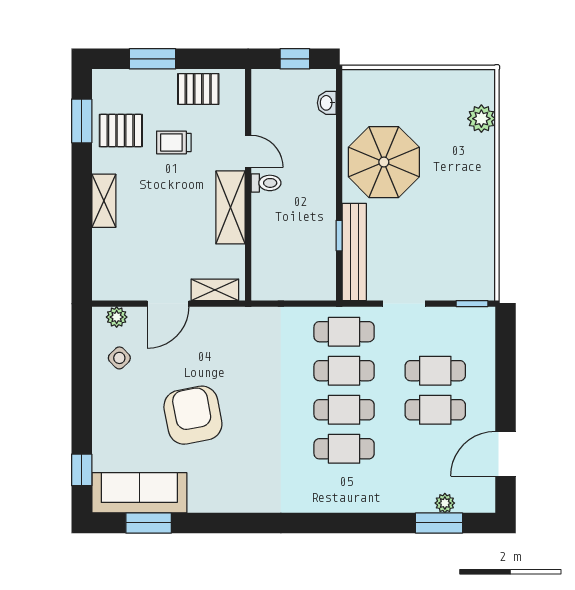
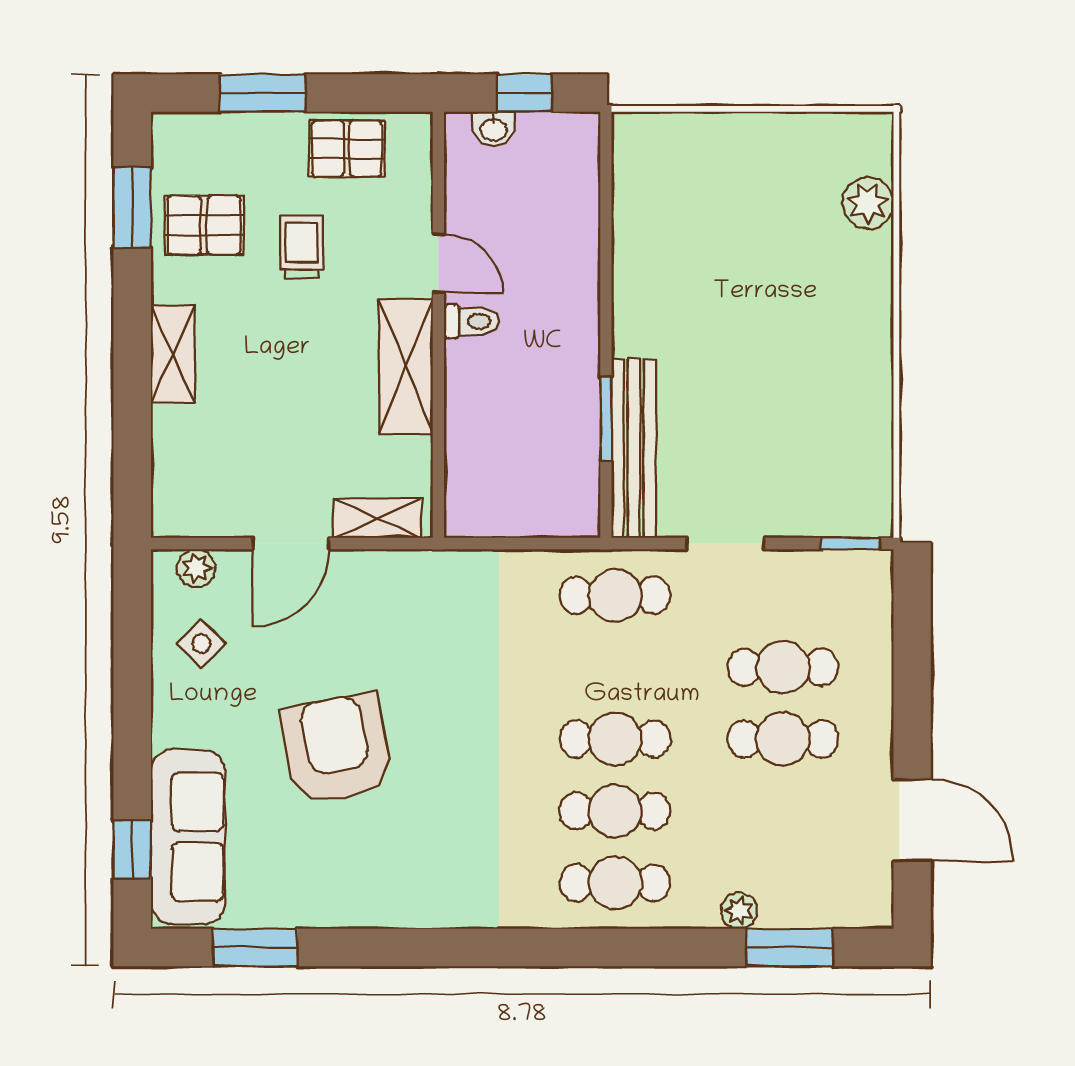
washbasin: (327, 103) -> (494, 129), moved, turned -90
trolley: (174, 142) -> (302, 247), turned 90
parasol: (384, 162) -> (688, 283), removed
window: (339, 236) -> (606, 418), width x1.50
cafe table: (344, 371) -> (615, 883), moved
door: (505, 454) -> (912, 820), swing flipped
sofa: (139, 493) -> (188, 837), moved, turned 90
plant: (445, 503) -> (739, 911), moved

